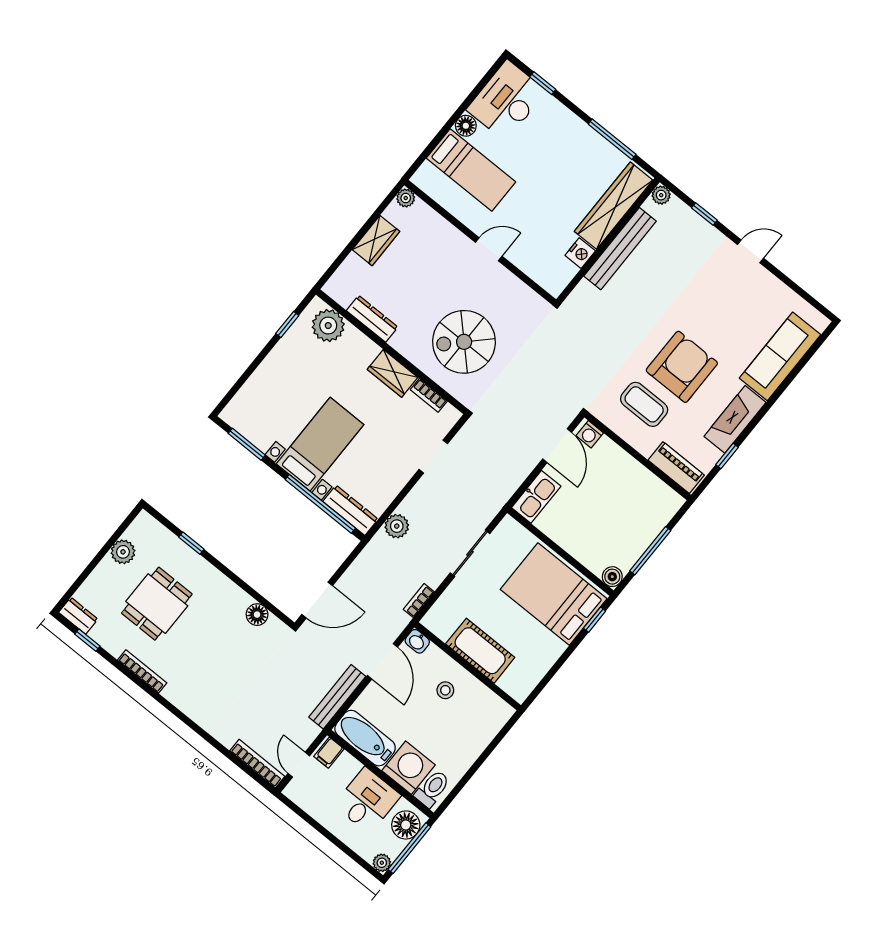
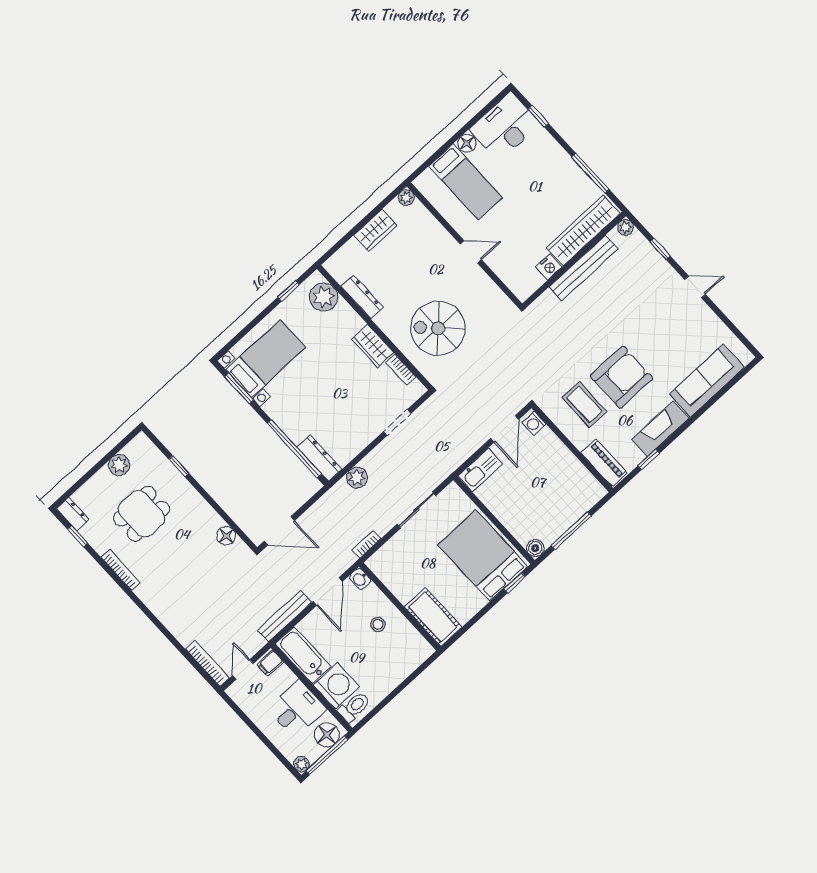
bed with nightstands: (320, 444) -> (266, 359), moved
cot: (480, 651) -> (433, 617), moved

